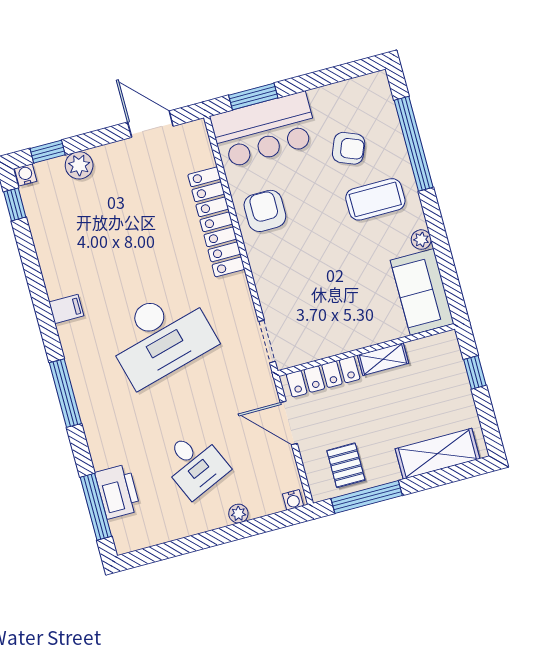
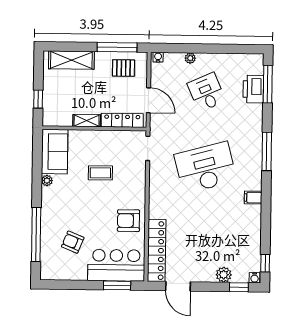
coffee table: (375, 199) -> (100, 173), moved, width x0.73, depth x0.77
armchair: (265, 211) -> (128, 221), turned 90
locker: (216, 222) -> (157, 250), moved
pallet: (346, 465) -> (124, 68), turned 90

